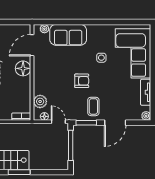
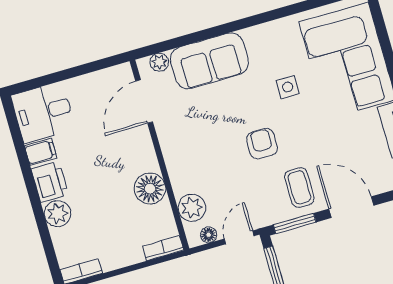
floor lamp: (23, 68) -> (150, 189), moved
armchair: (82, 81) -> (262, 144), turned -90
door: (58, 122) -> (239, 237), hinge flipped
door: (115, 123) -> (351, 207), swing flipped

